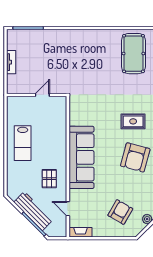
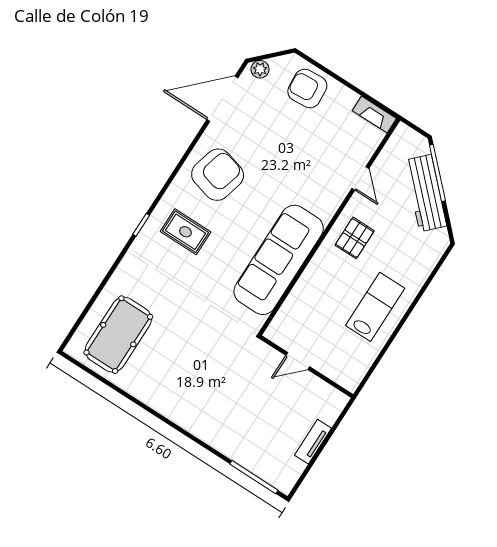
sofa: (81, 157) -> (279, 260), moved
pallet: (49, 179) -> (355, 238), moved
door: (68, 209) -> (360, 178), moved
armchair: (120, 212) -> (307, 89), moved, turned 56

